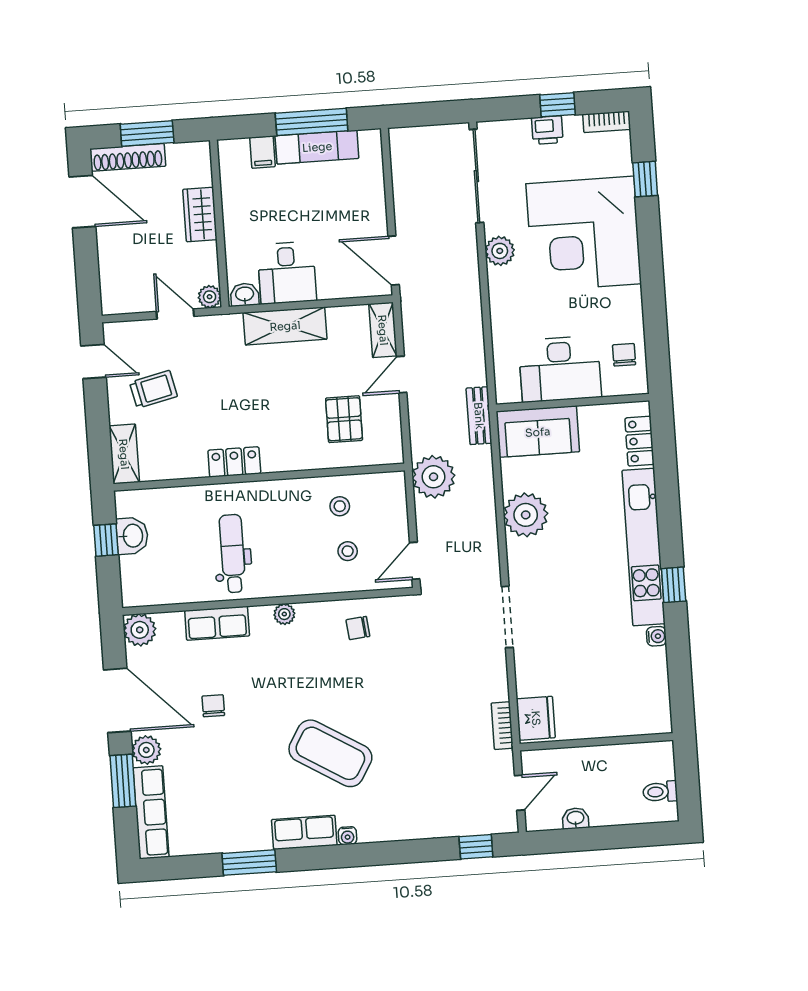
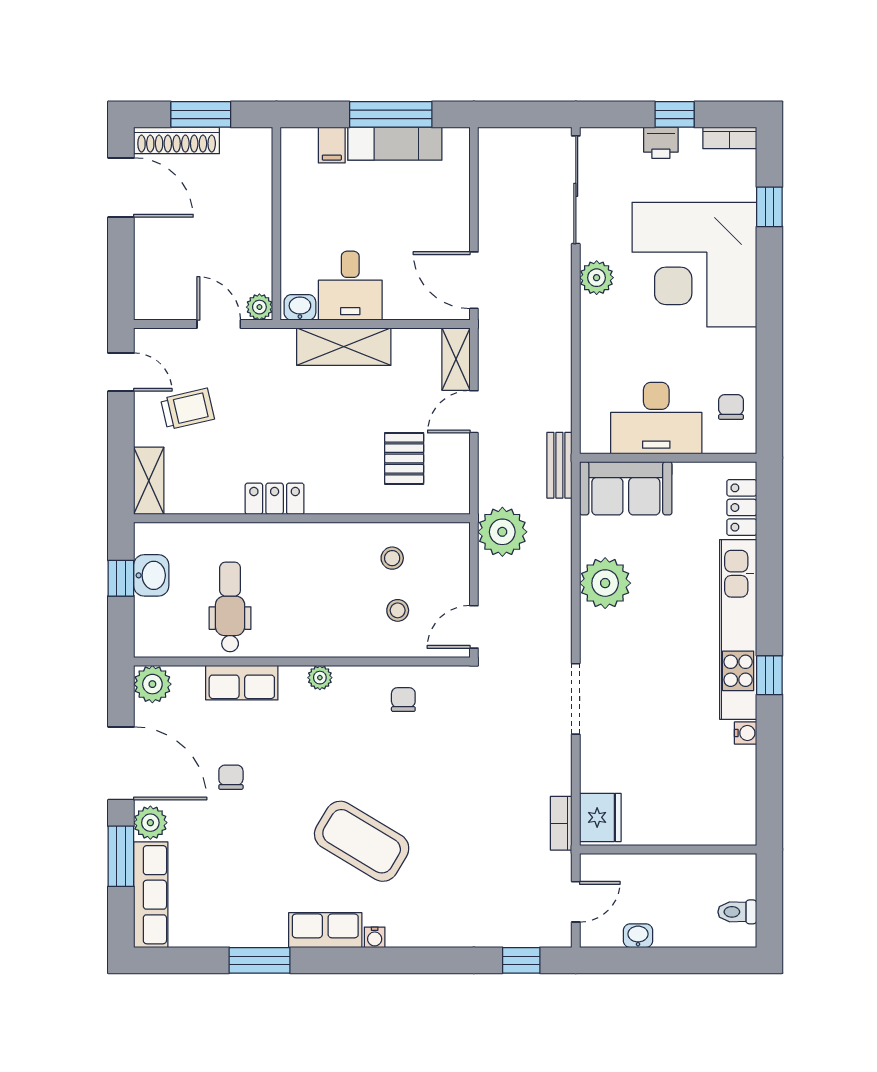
wardrobe: (200, 215) -> (255, 212), removed
dental chair: (233, 554) -> (230, 607), moved
chair: (358, 628) -> (403, 700), turned 96

